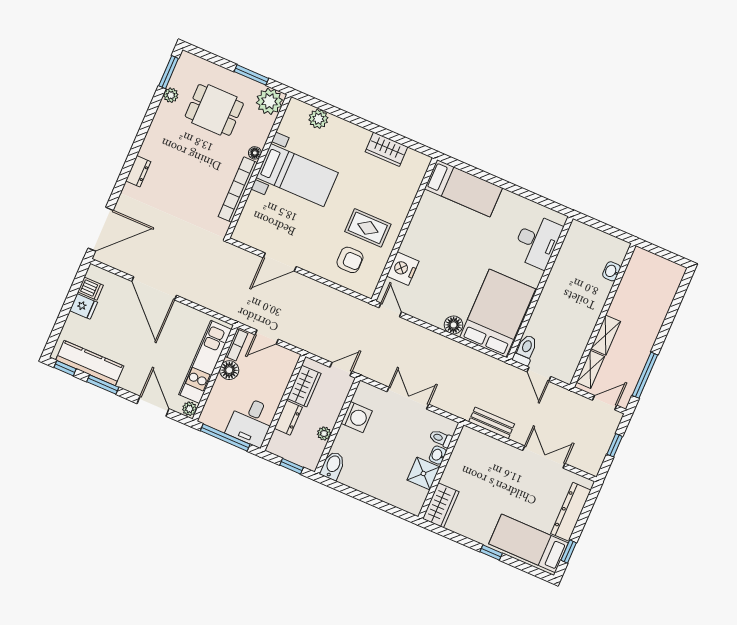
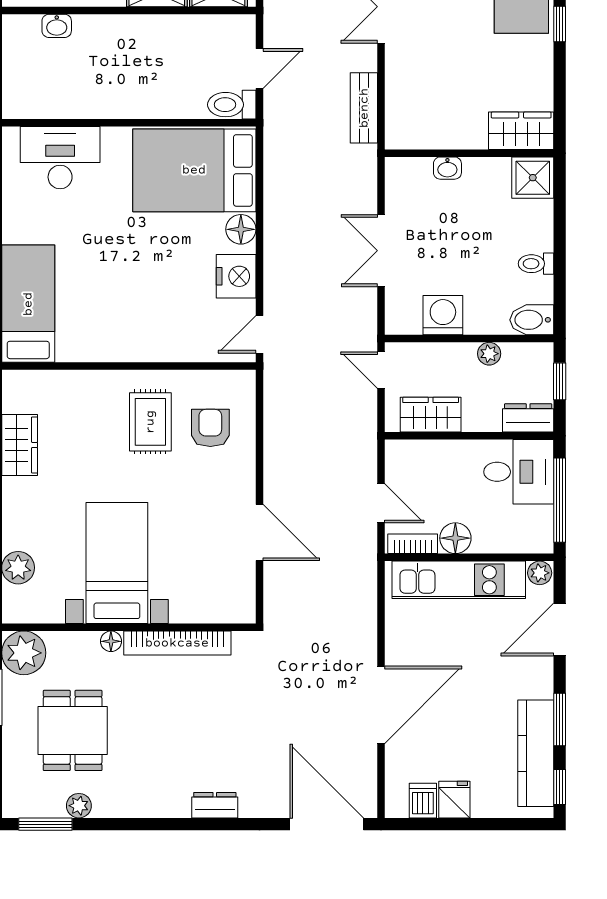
nightstand: (403, 269) -> (236, 276), moved, turned -90
dresser: (288, 418) -> (528, 418), moved
toilet: (441, 438) -> (536, 264), moved, turned 90
shower: (423, 473) -> (533, 178), moved

